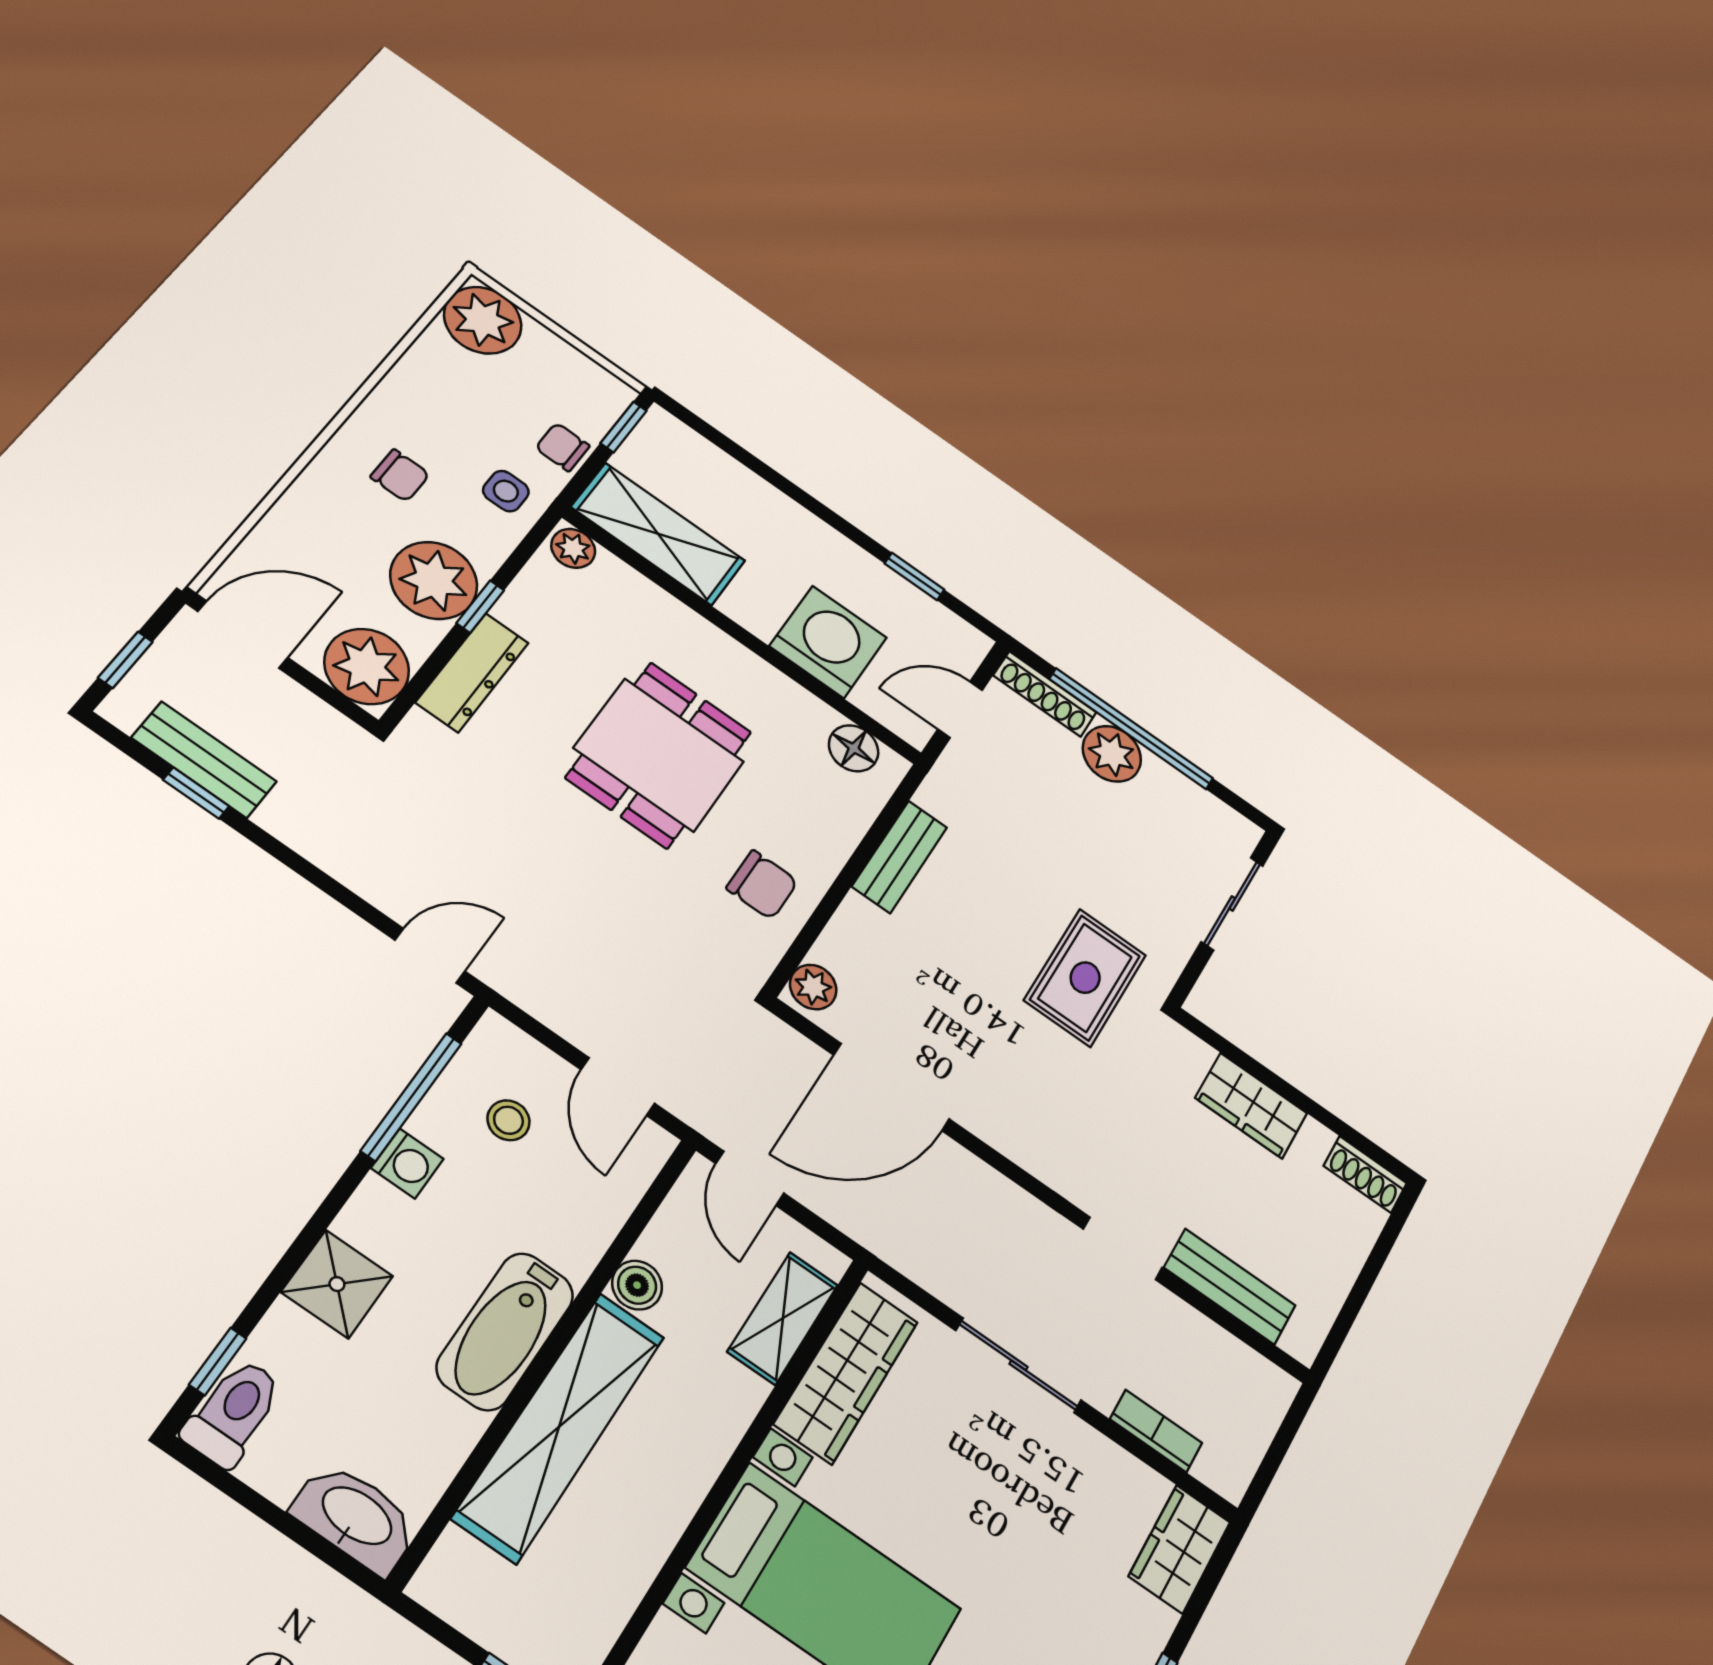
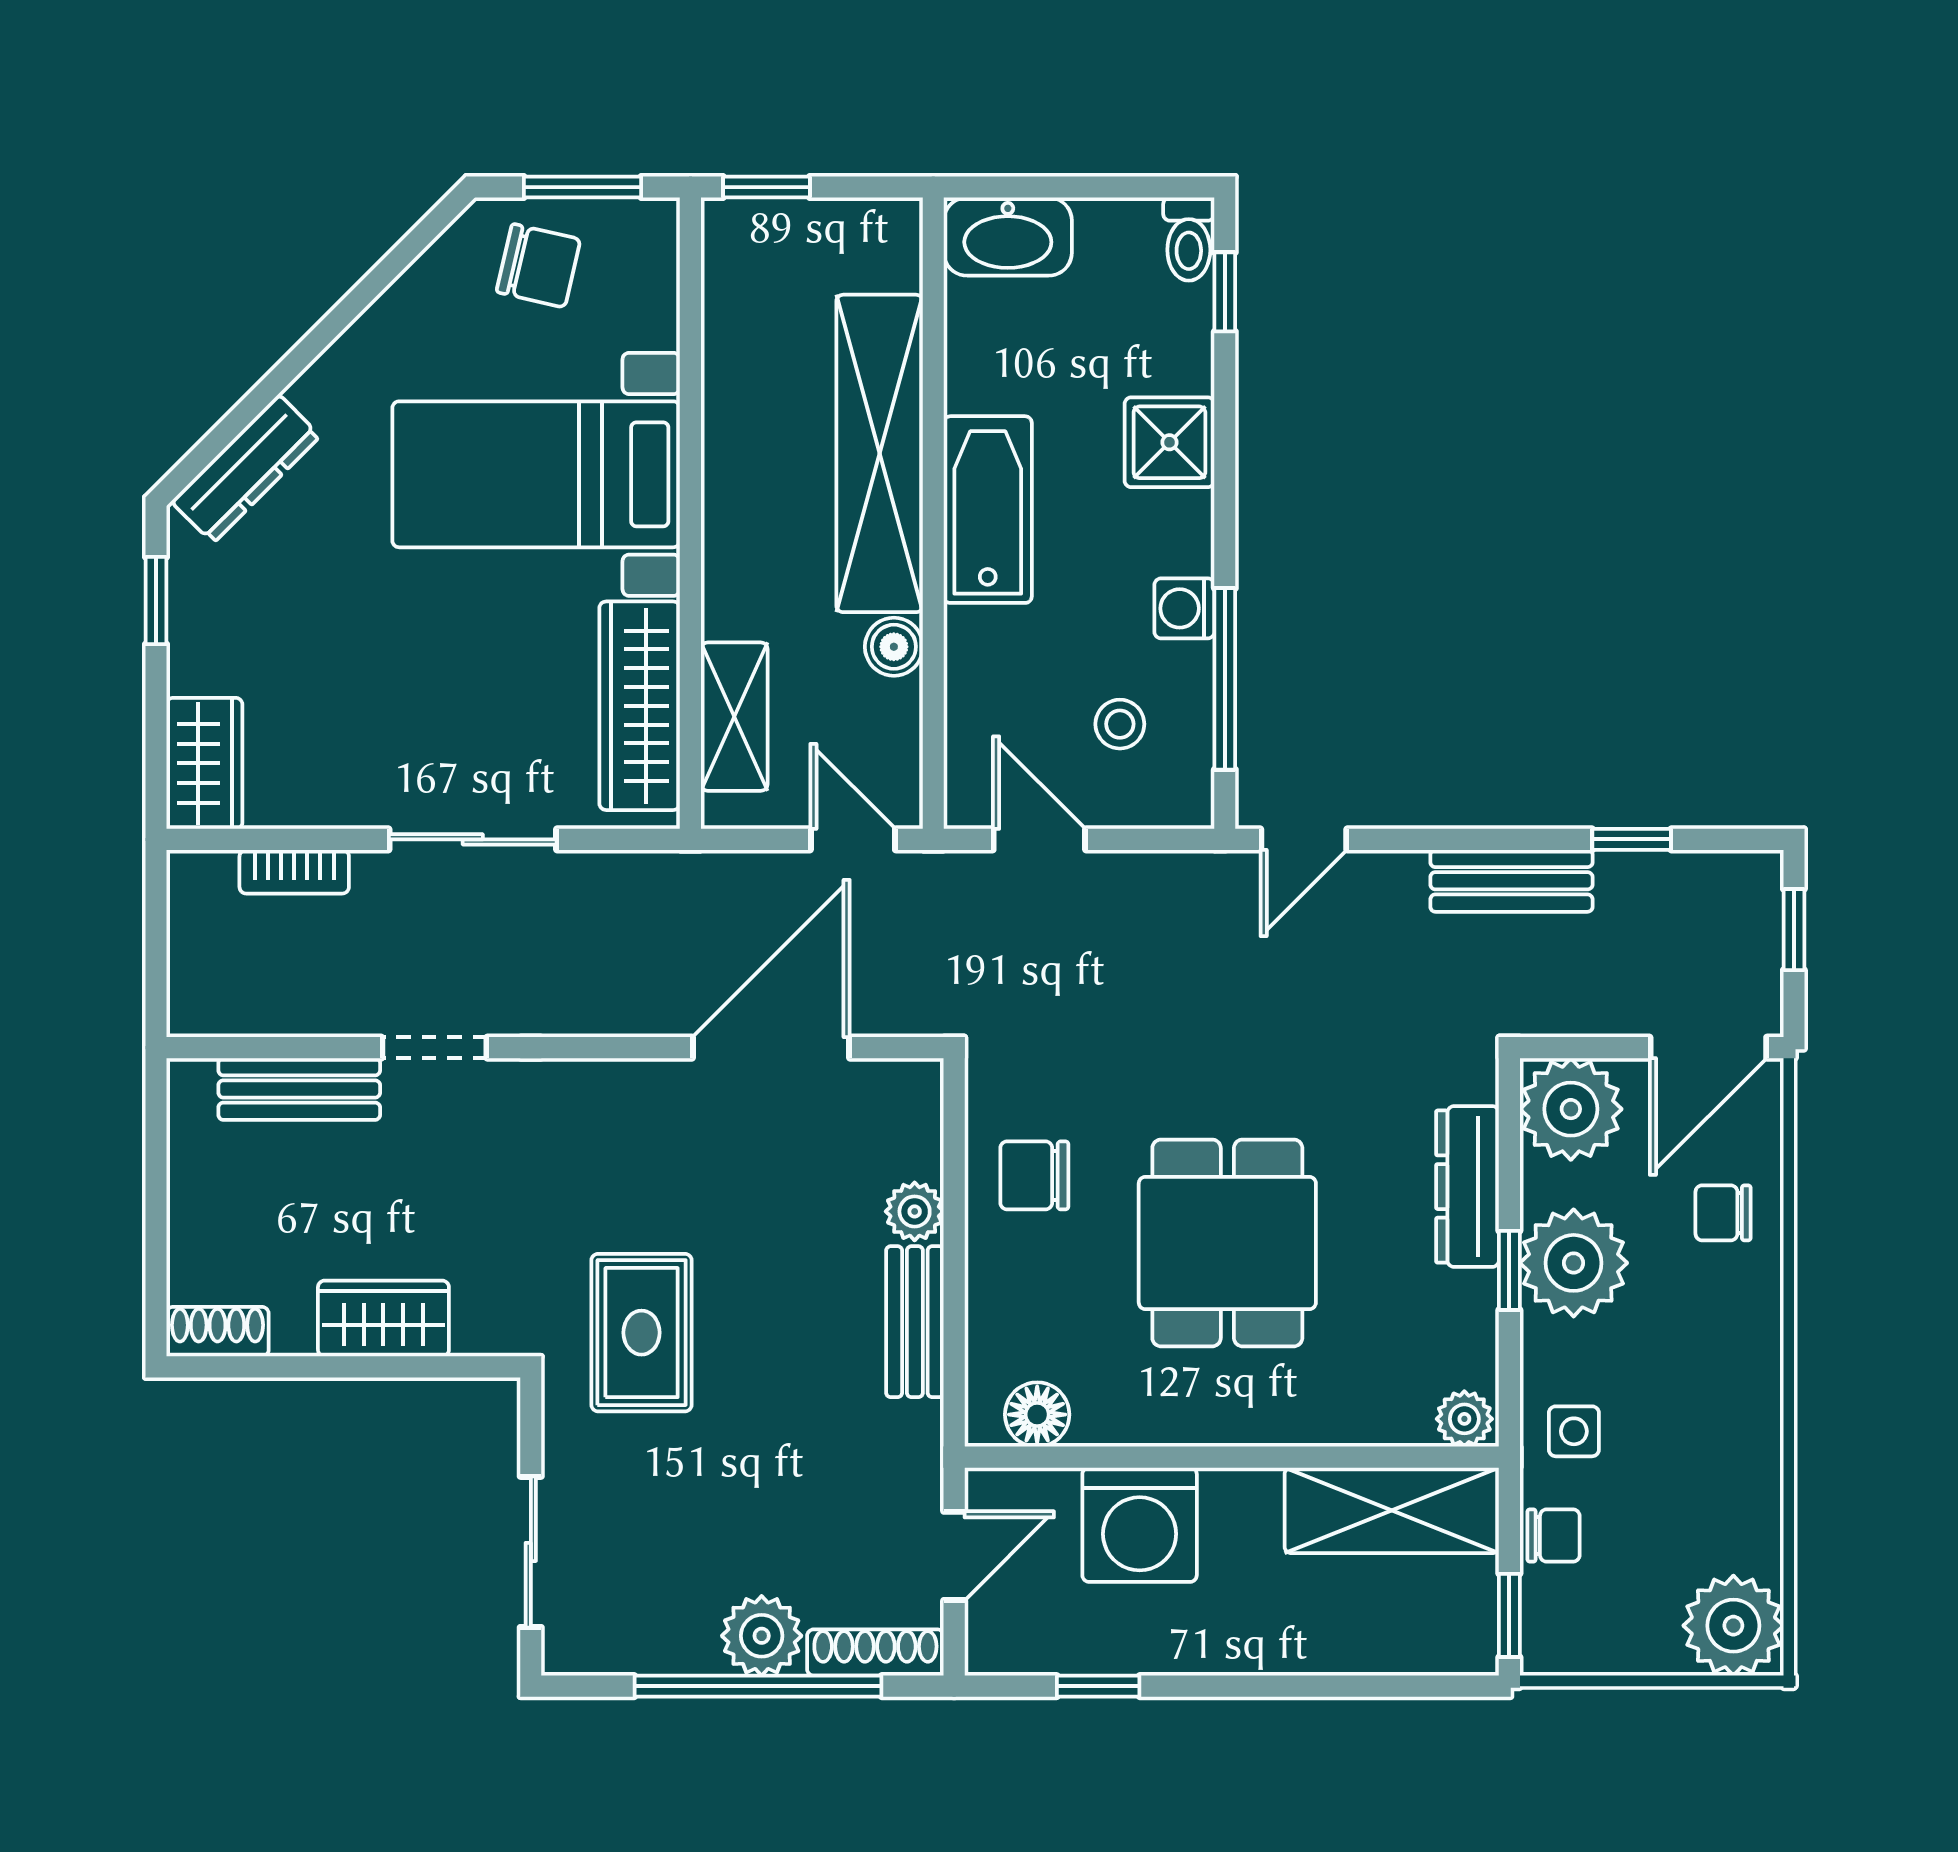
chair: (400, 475) -> (1723, 1213), moved
bench: (204, 760) -> (1511, 881), moved
plant: (813, 987) -> (915, 1211), moved
toilet: (233, 1412) -> (1189, 239), width x0.73, depth x0.72

